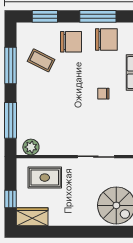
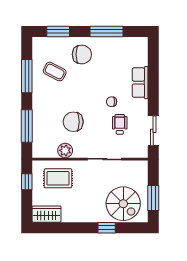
chair: (106, 39) -> (73, 122), moved, turned 180
wheelchair: (113, 118) -> (120, 124), added
plant: (31, 147) -> (65, 150), moved
window: (11, 199) -> (27, 182), moved
window: (98, 232) -> (107, 228), added

